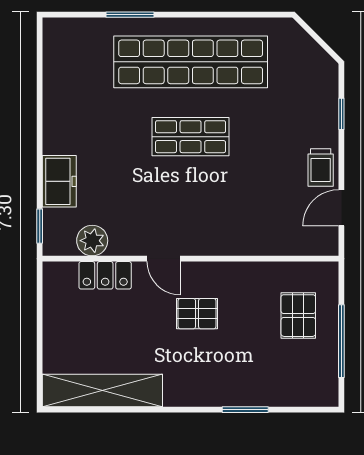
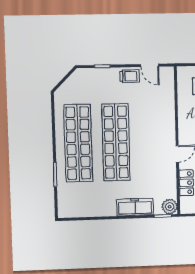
shop shelf: (191, 137) -> (116, 142), width x2.00, depth x1.36
freezer: (59, 181) -> (135, 207), width x1.40
plant: (92, 241) -> (170, 207), moved

